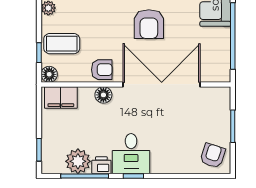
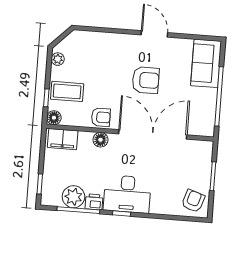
armchair: (149, 24) -> (146, 80), turned -90
desk: (131, 154) -> (127, 194), width x1.37

